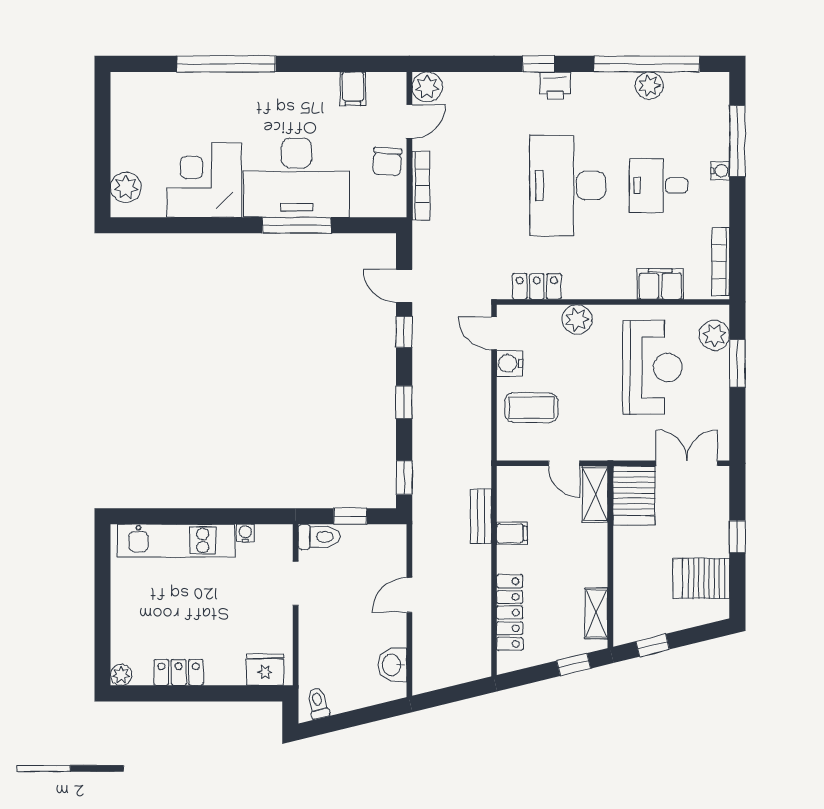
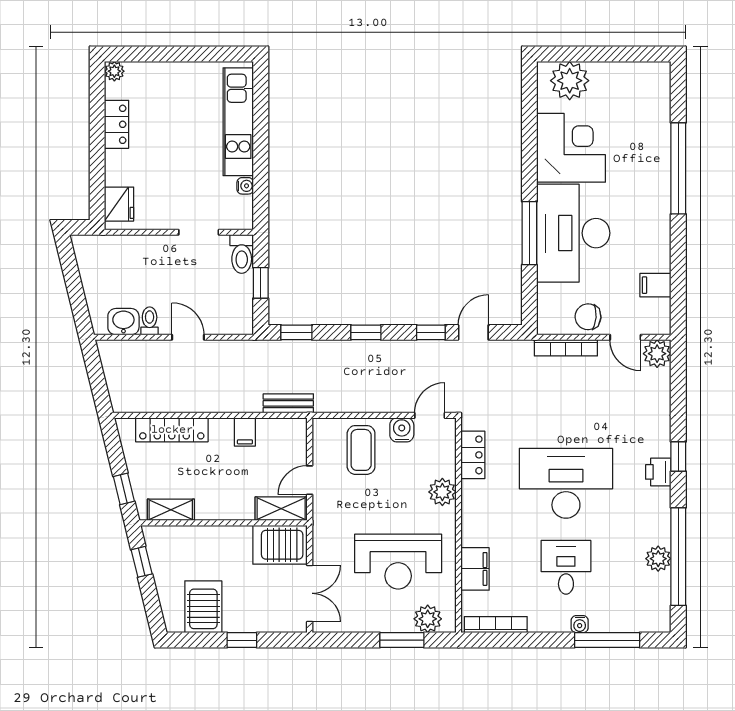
plant: (126, 187) -> (570, 81), width x1.36, depth x1.36
bench: (481, 516) -> (288, 403), moved
toilet: (318, 703) -> (150, 321), moved, turned -76

